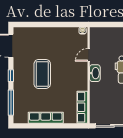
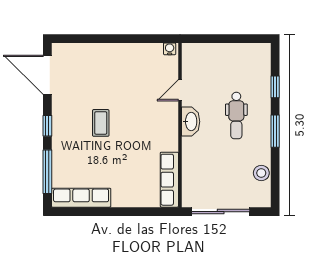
coffee table: (42, 74) -> (101, 123), width x0.54, depth x0.58
row of seats: (46, 118) -> (81, 198), moved

